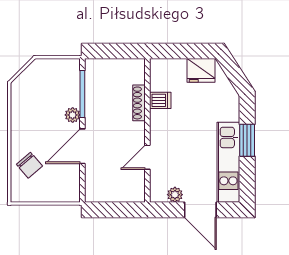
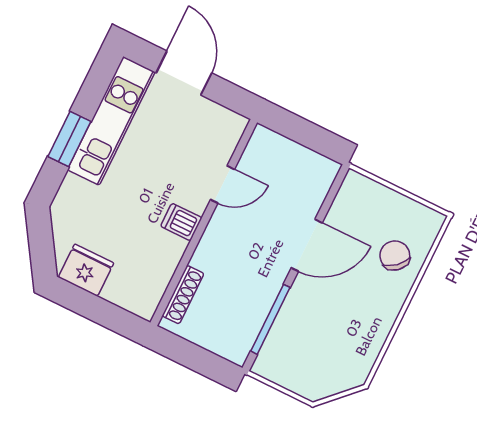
dishwasher: (160, 100) -> (181, 222), moved
shoe rack: (139, 103) -> (183, 295), moved
plant: (73, 115) -> (299, 296), removed
plant: (175, 195) -> (209, 112), removed

